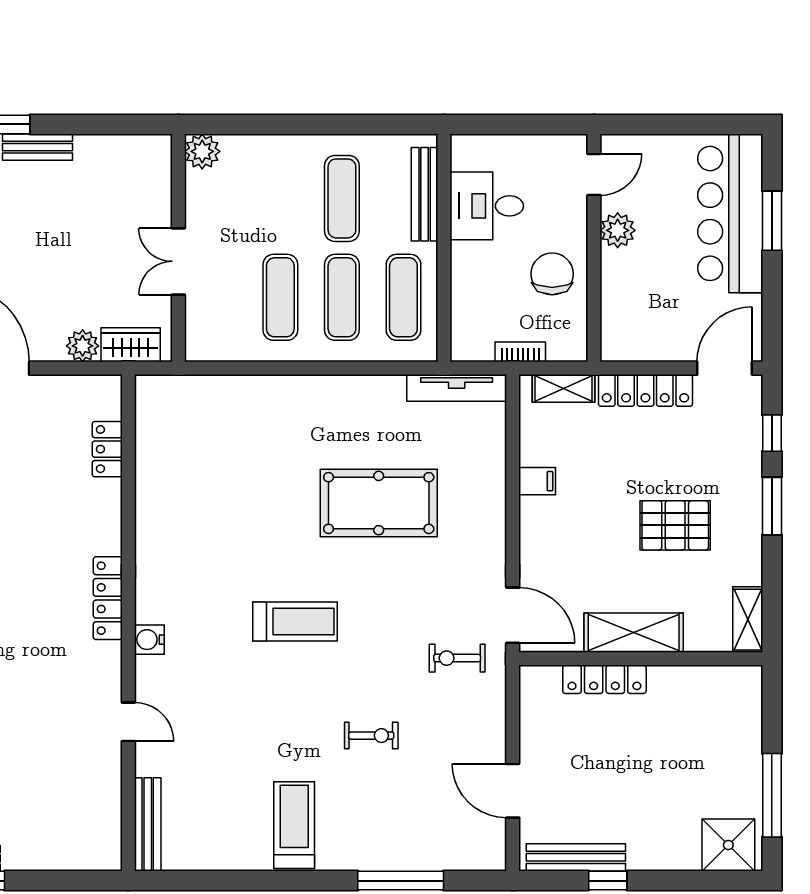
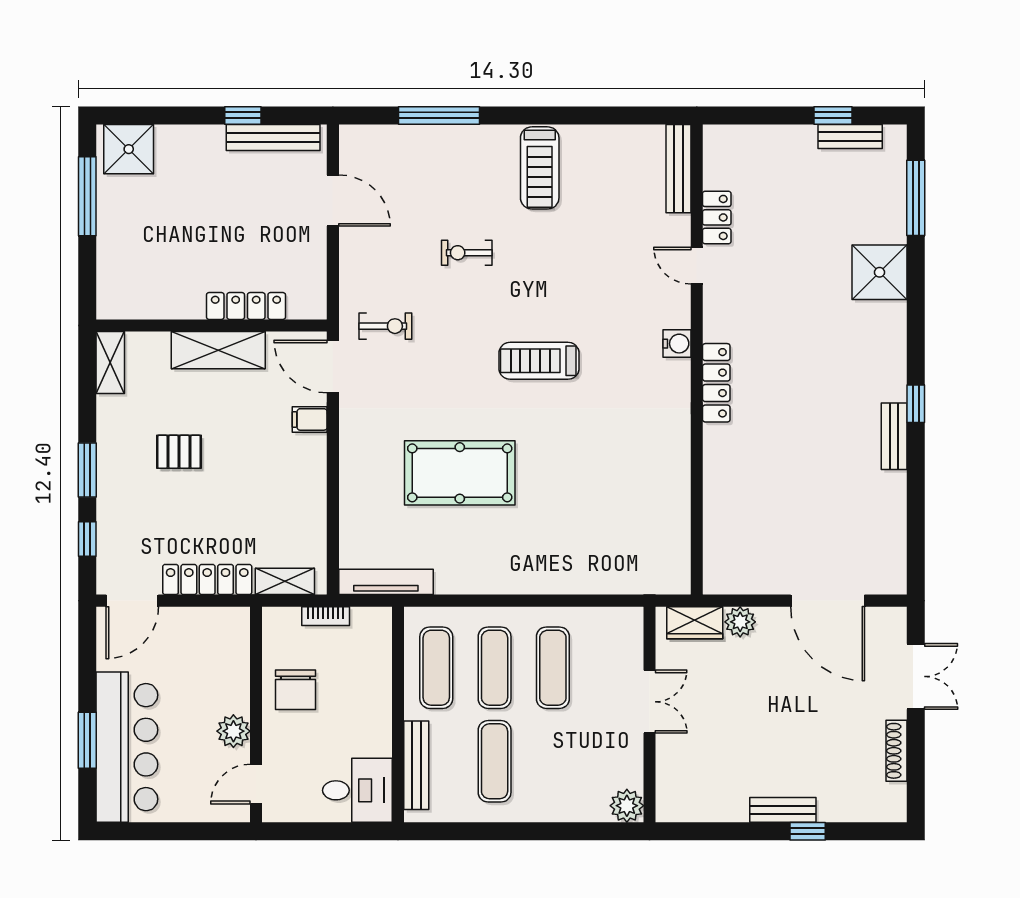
desk: (487, 206) -> (357, 790), moved
locker: (107, 449) -> (717, 217), moved
filing cabinet: (537, 481) -> (310, 419), moved
pallet: (675, 525) -> (179, 452), width x0.67, depth x0.71

